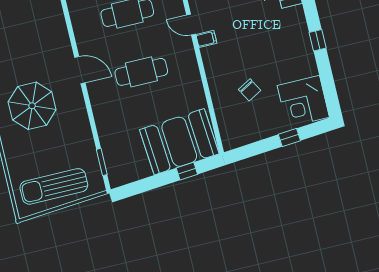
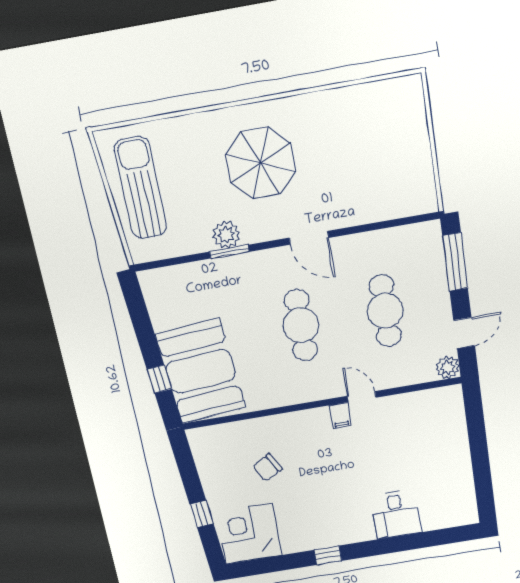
door: (191, 25) -> (362, 397), hinge flipped
door: (80, 70) -> (309, 238), hinge flipped
plant: (81, 127) -> (226, 235), added
window: (102, 162) -> (229, 252), moved

